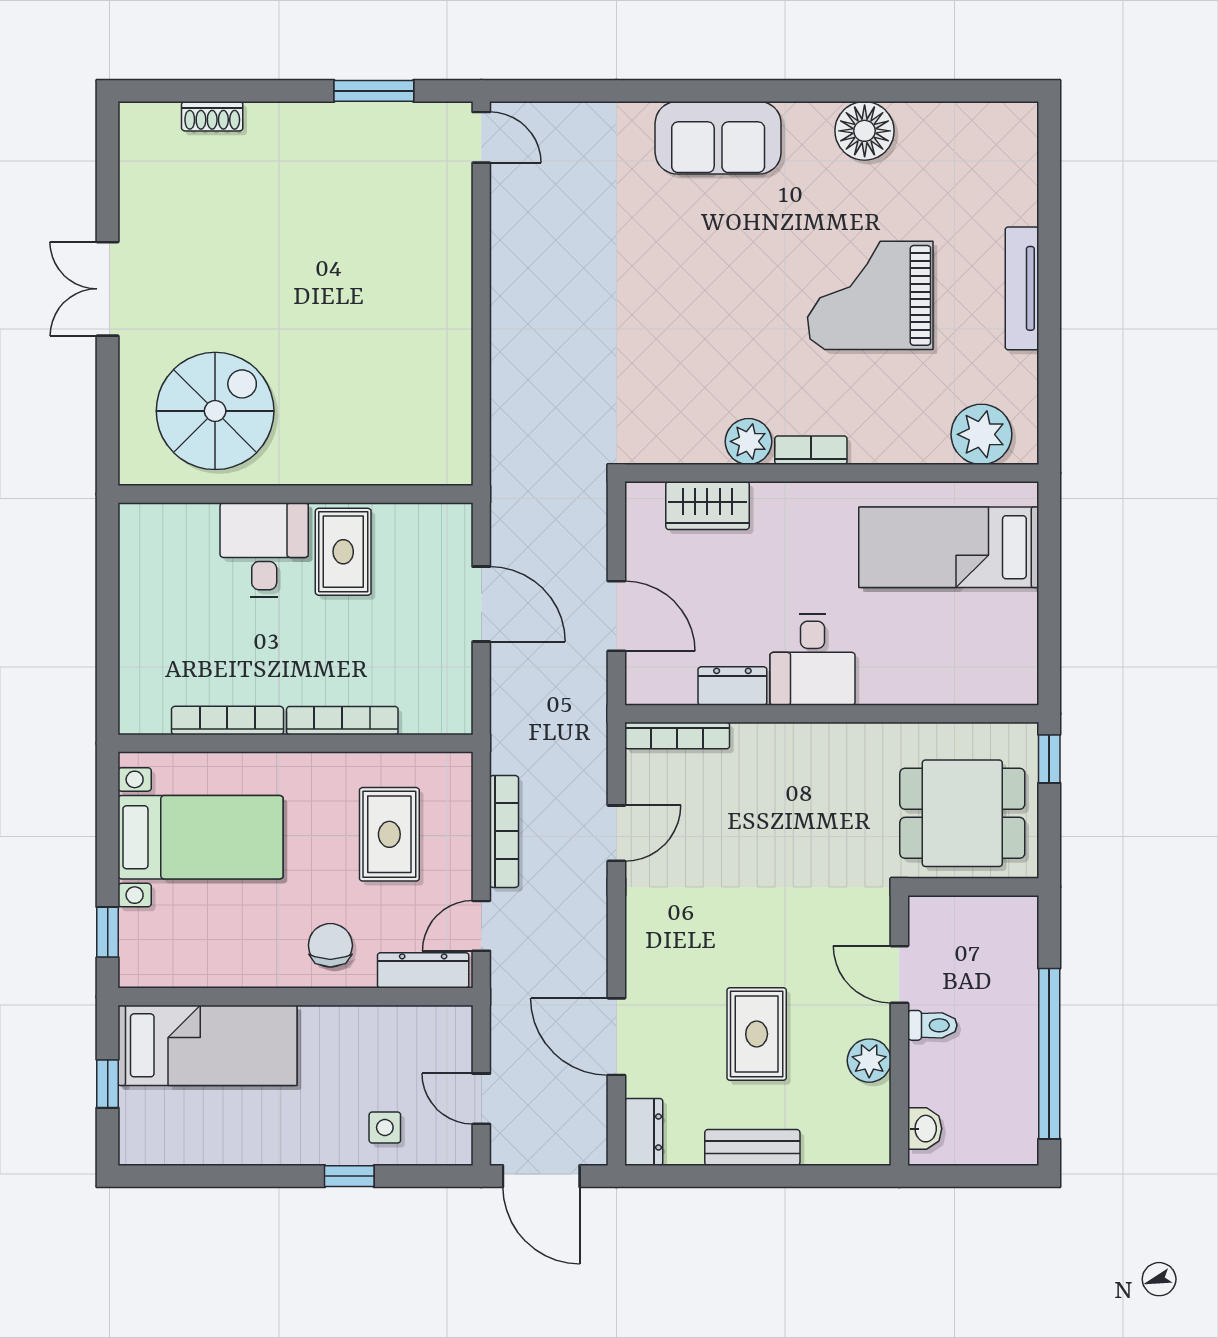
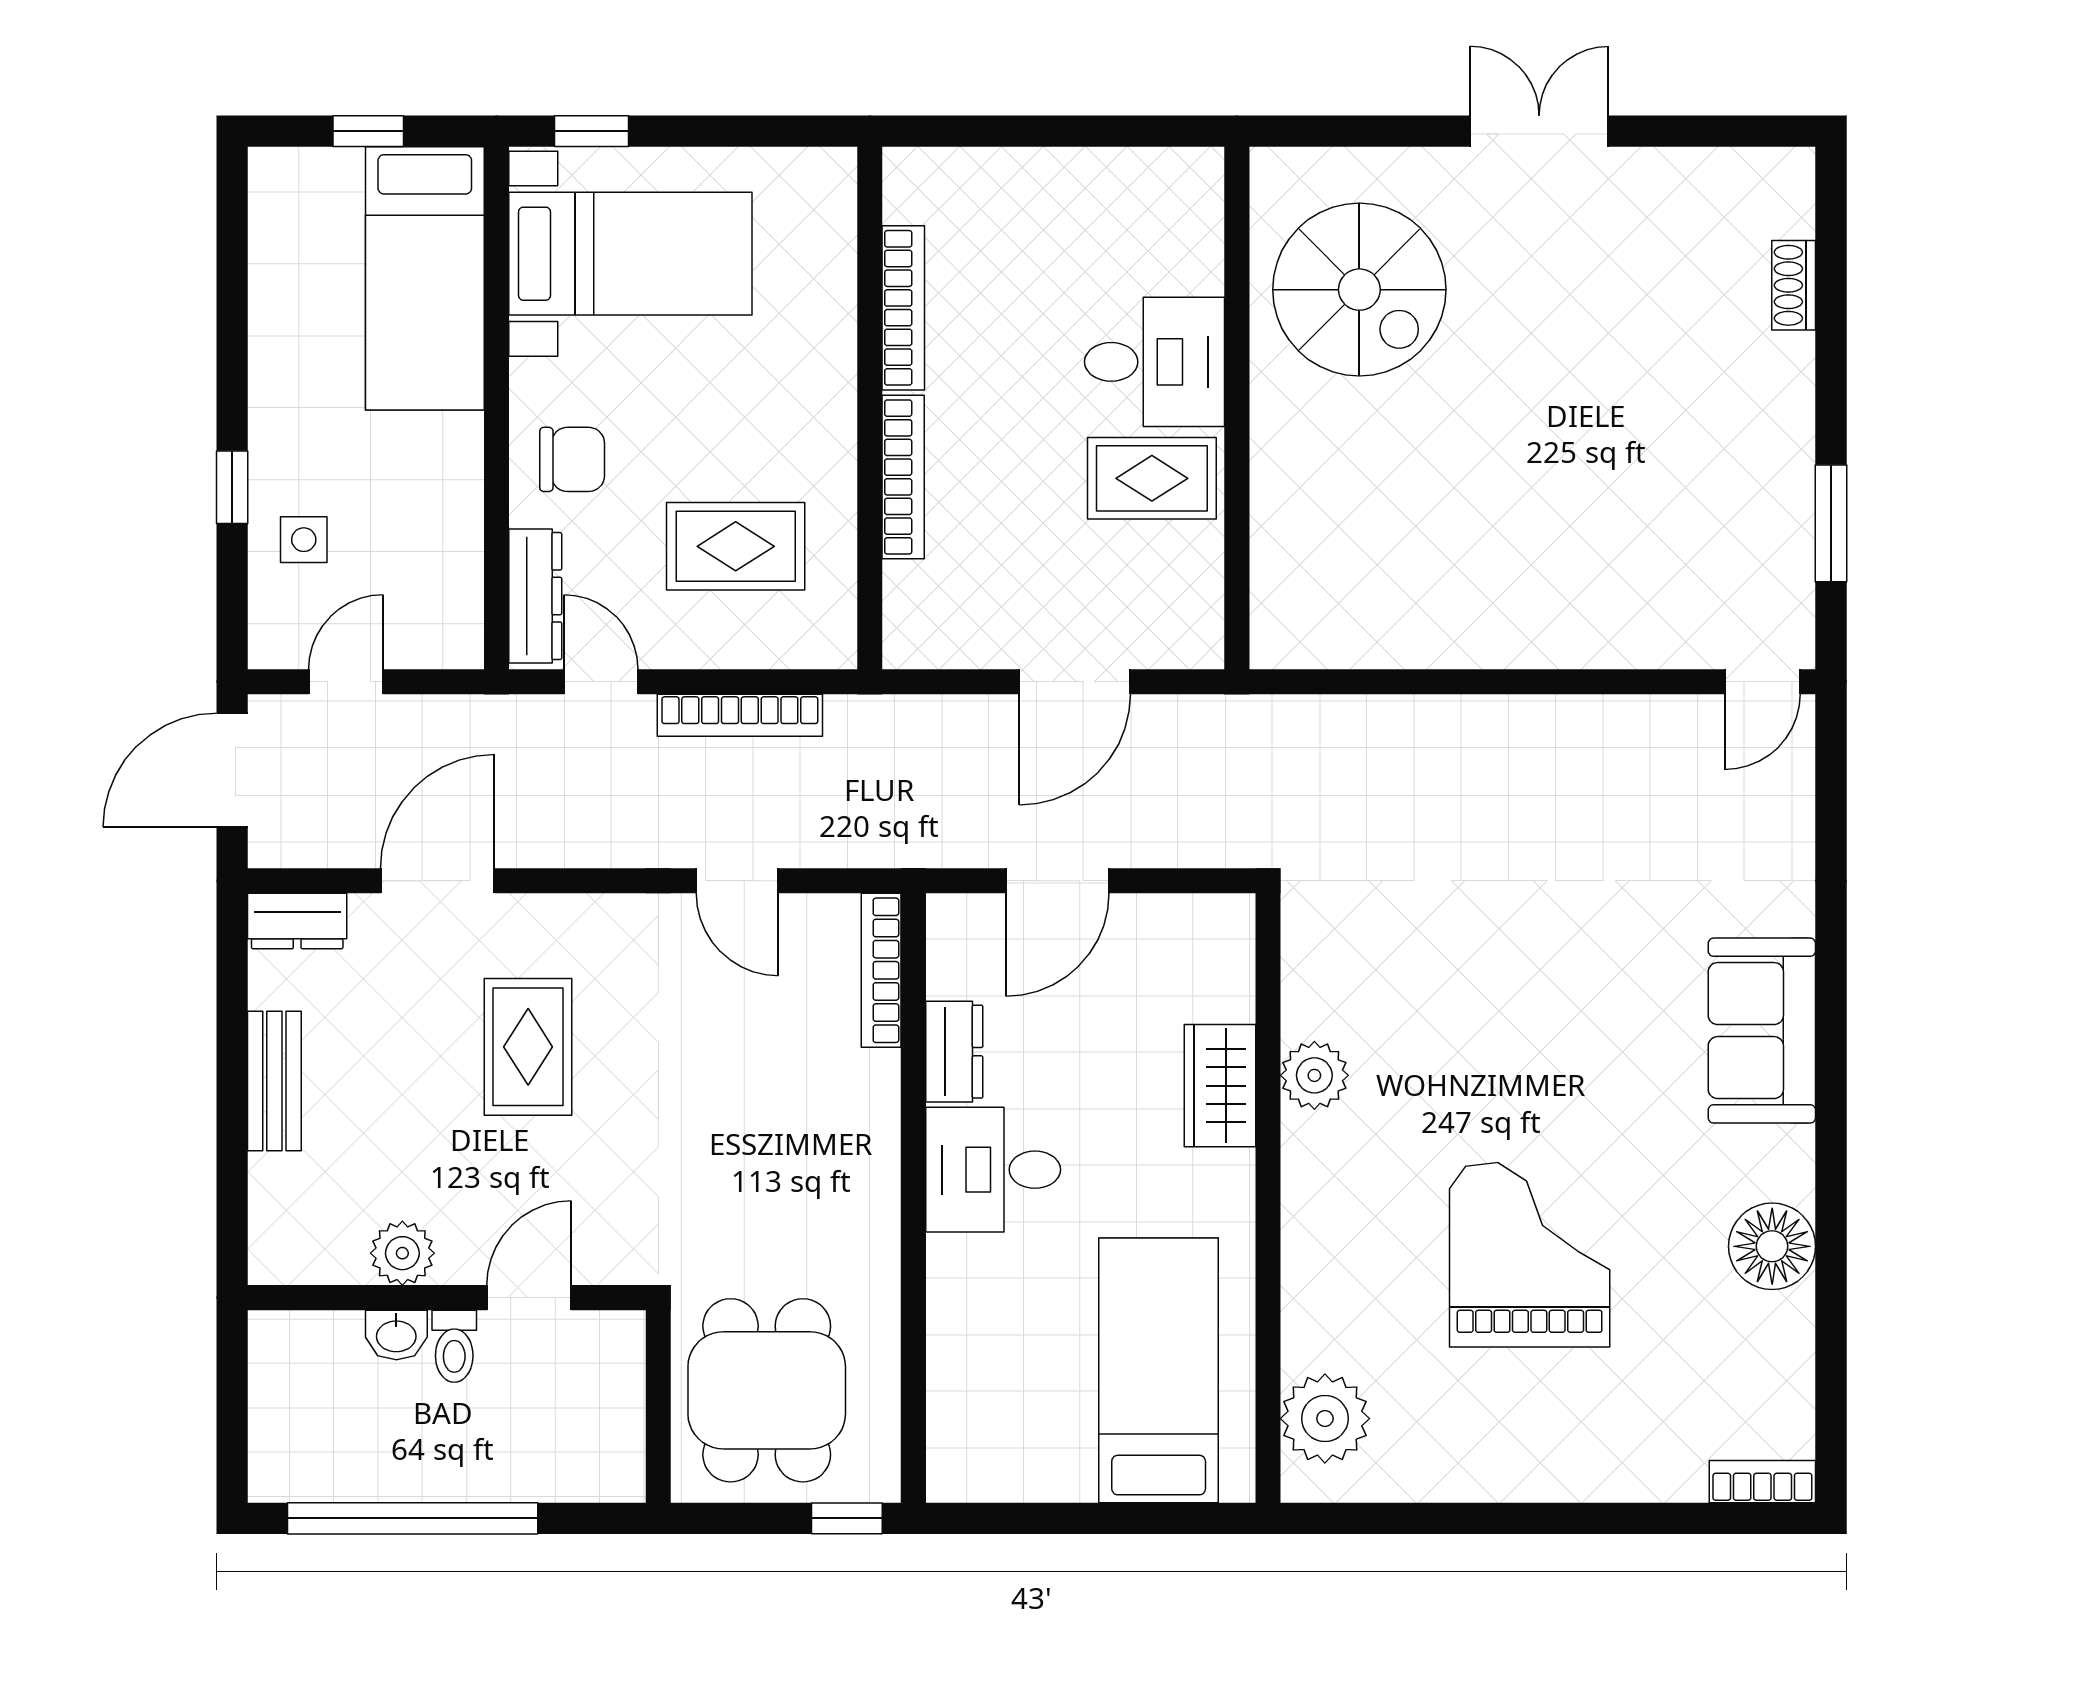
tv unit: (1022, 288) -> (1540, 1478), removed
bookcase: (811, 450) -> (1762, 1482), moved, turned -90
wardrobe: (707, 506) -> (1220, 1086), moved
bed with nightstands: (201, 837) -> (630, 254), moved, turned -90
rug: (757, 1034) -> (528, 1047), moved, turned 90
washbasin: (925, 1129) -> (396, 1335), moved

